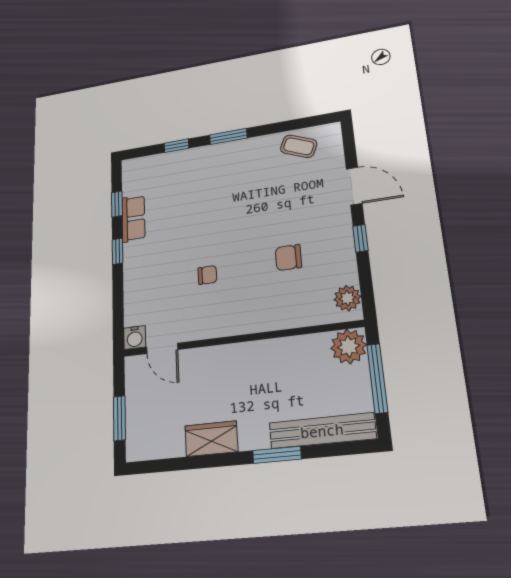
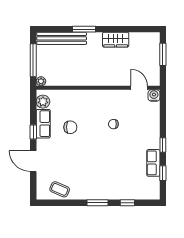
row of seats: (342, 257) -> (43, 124), added
plant: (349, 347) -> (41, 81), width x0.53, depth x0.53

